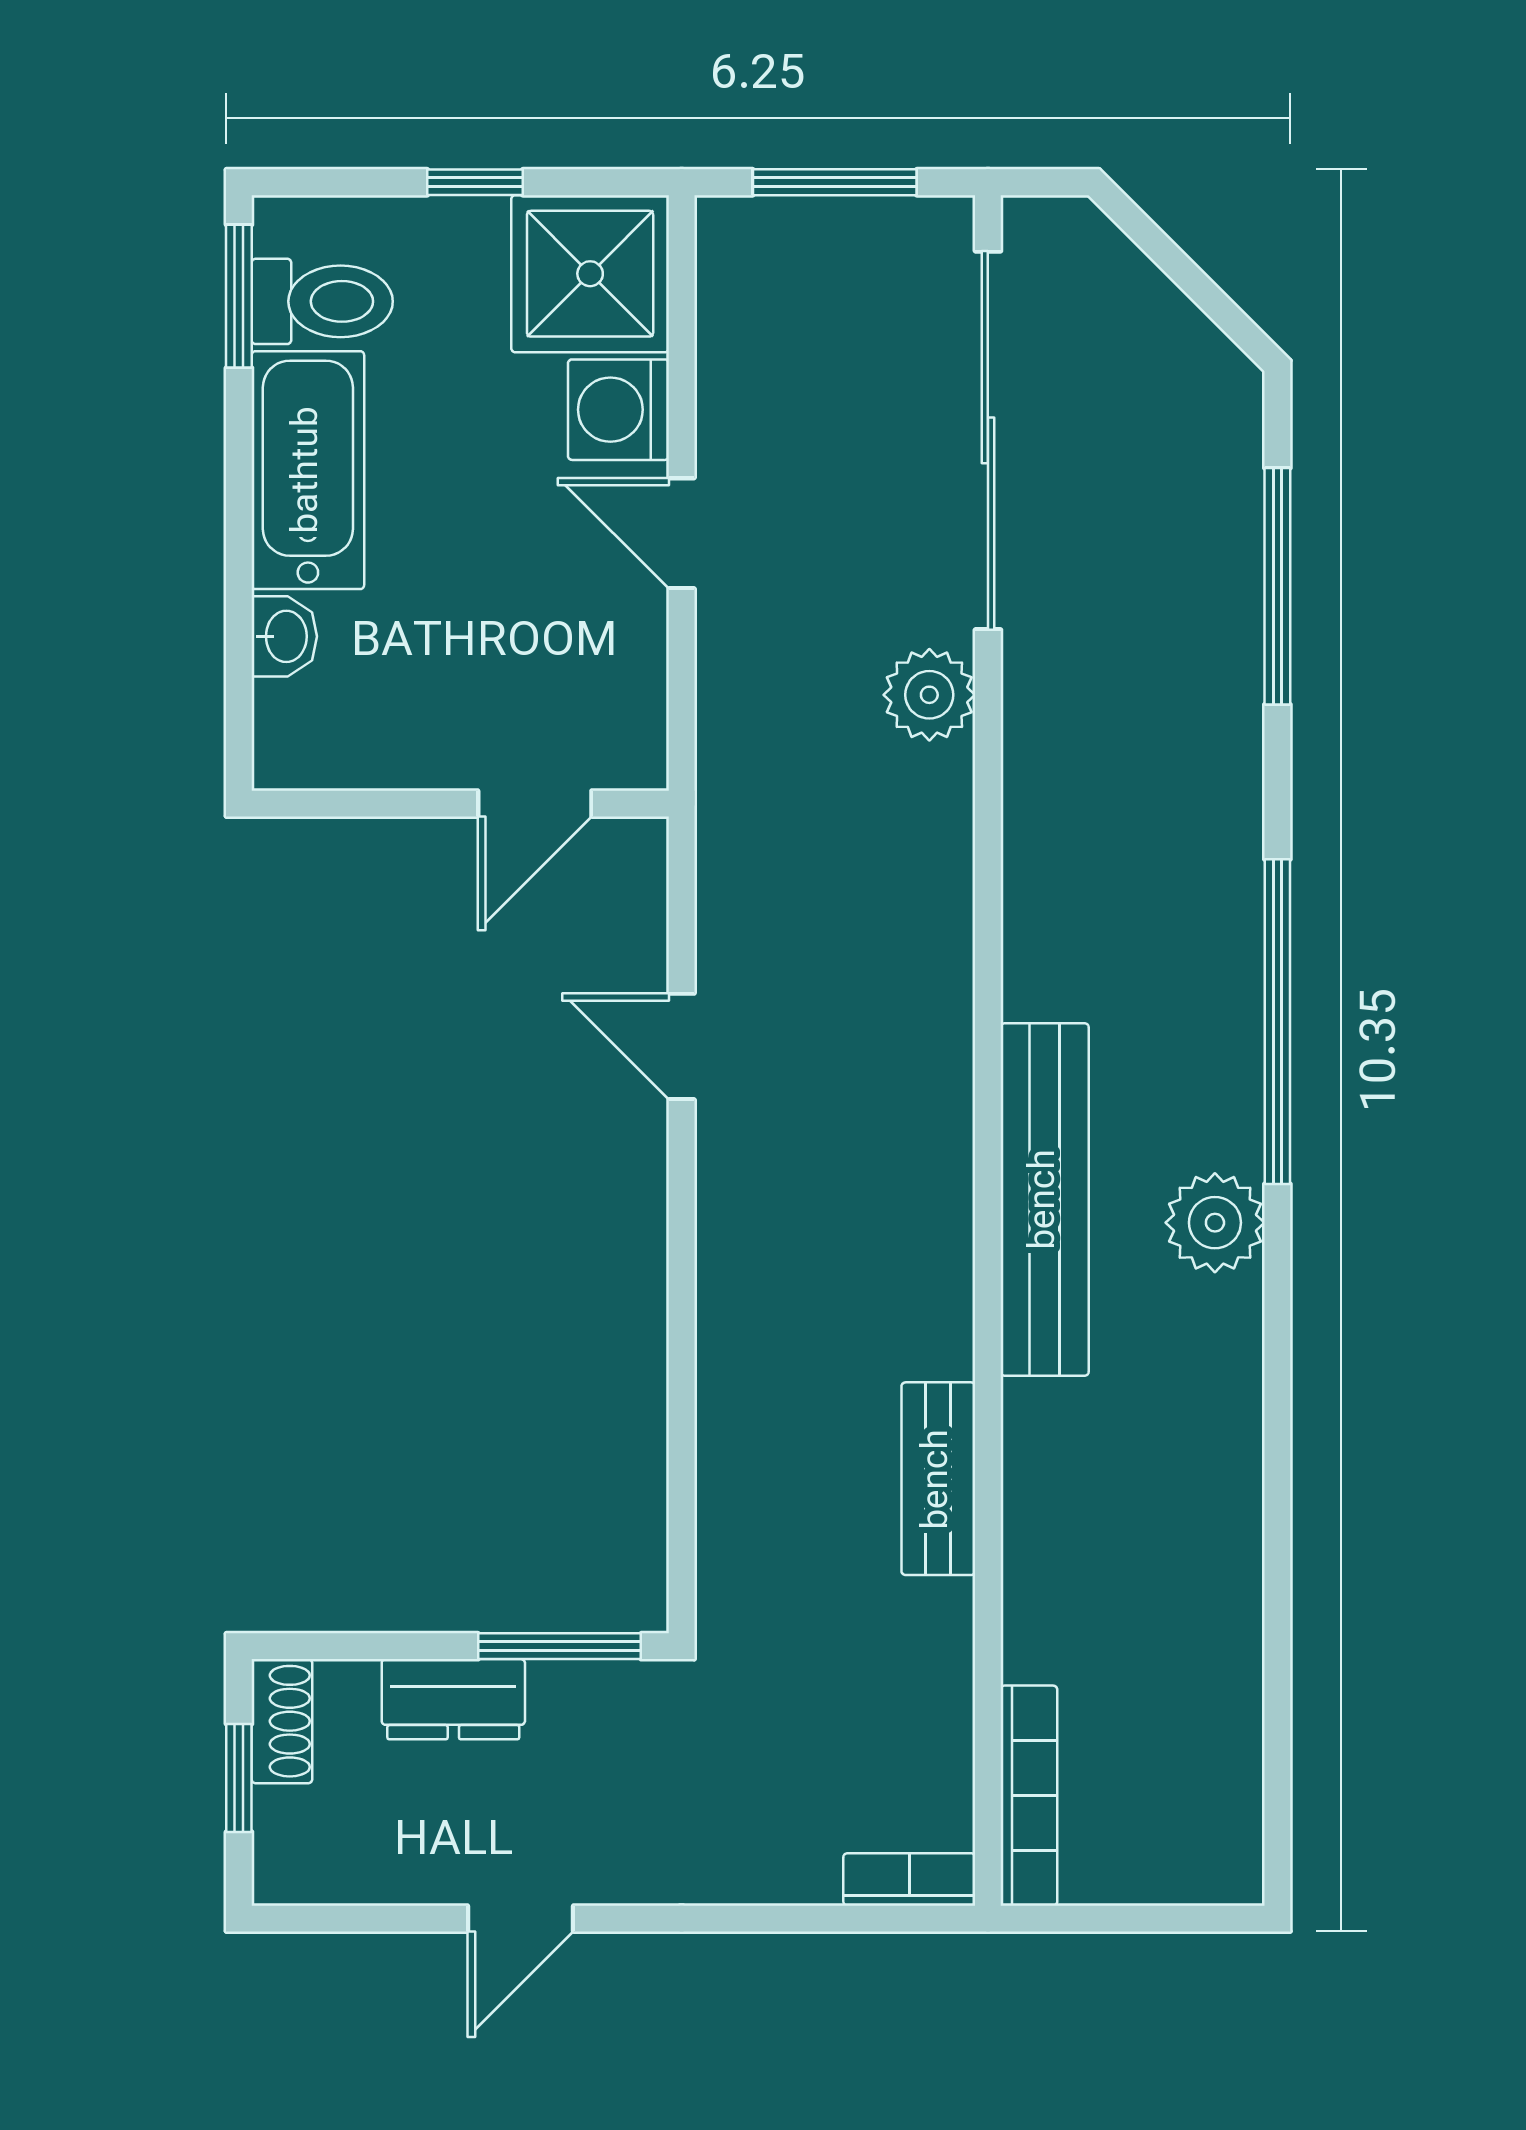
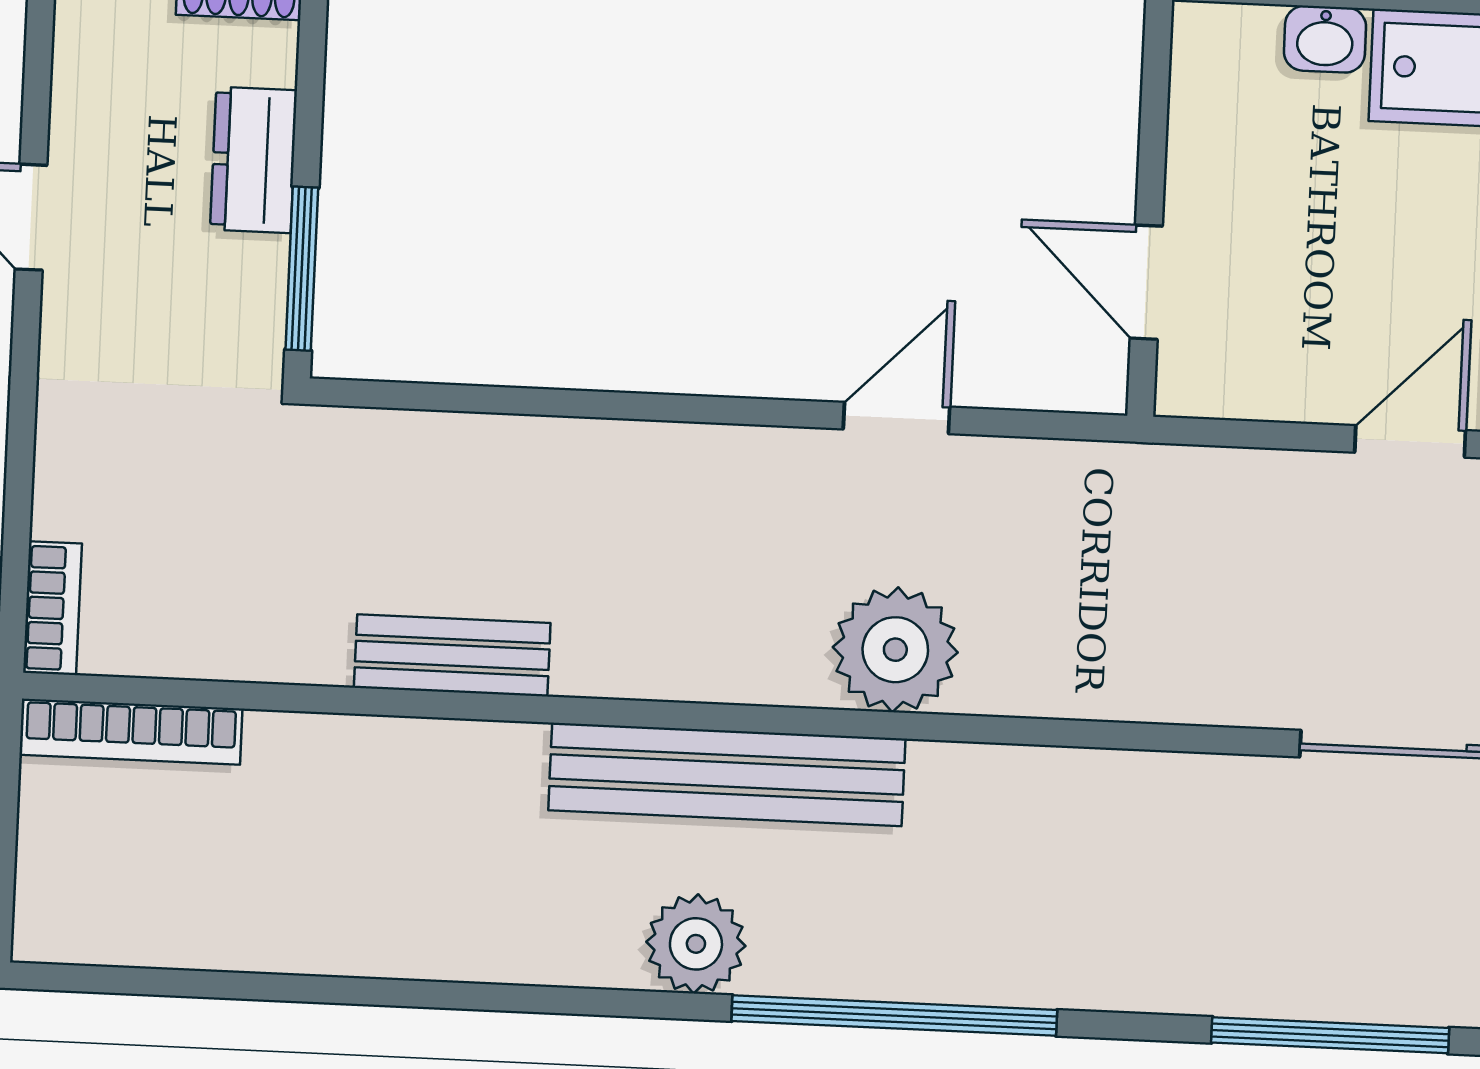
plant: (929, 695) -> (895, 650), moved, width x1.36, depth x1.36

